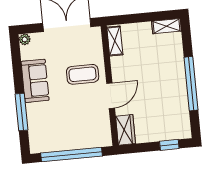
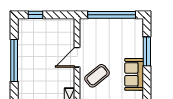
coffee table: (83, 74) -> (97, 76), turned -39
wardrobe: (126, 130) -> (68, 30), removed

